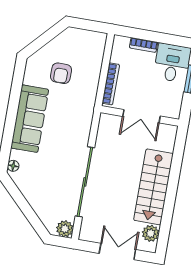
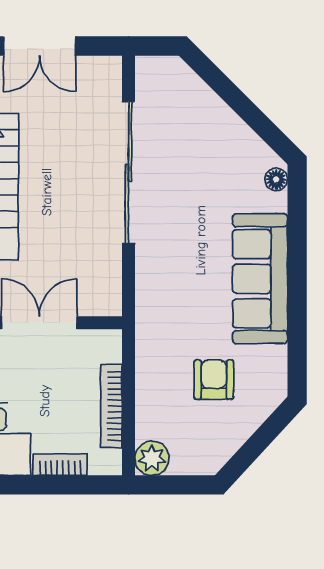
bookcase: (111, 84) -> (111, 406), moved
plant: (65, 229) -> (152, 458), moved

